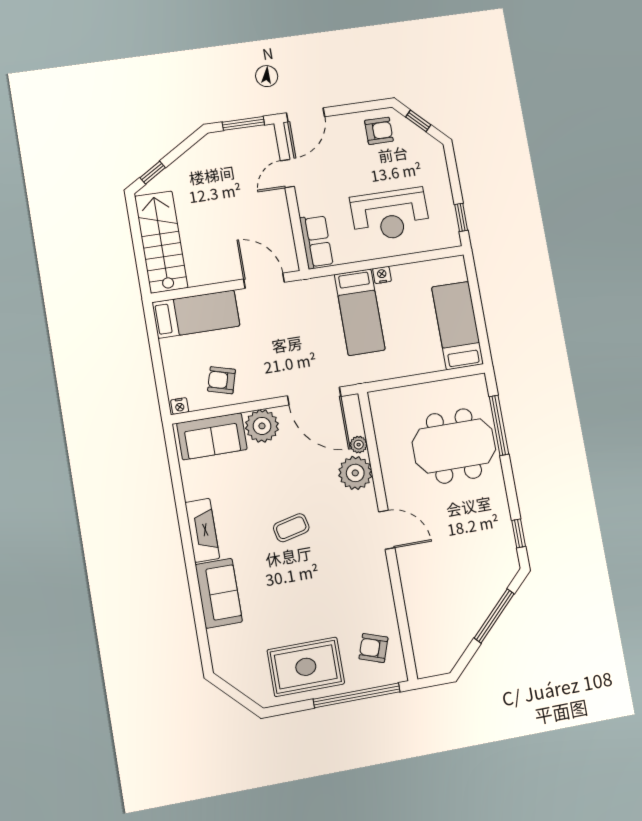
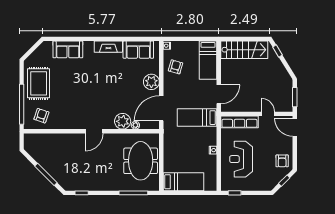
row of seats: (316, 242) -> (239, 122), width x1.48
bed: (360, 312) -> (197, 118), moved
sofa: (212, 436) -> (138, 50), moved, turned -90
meeting table: (454, 446) -> (141, 161), moved
coffee table: (291, 528) -> (103, 87), removed
sofa: (219, 593) -> (68, 49), moved

